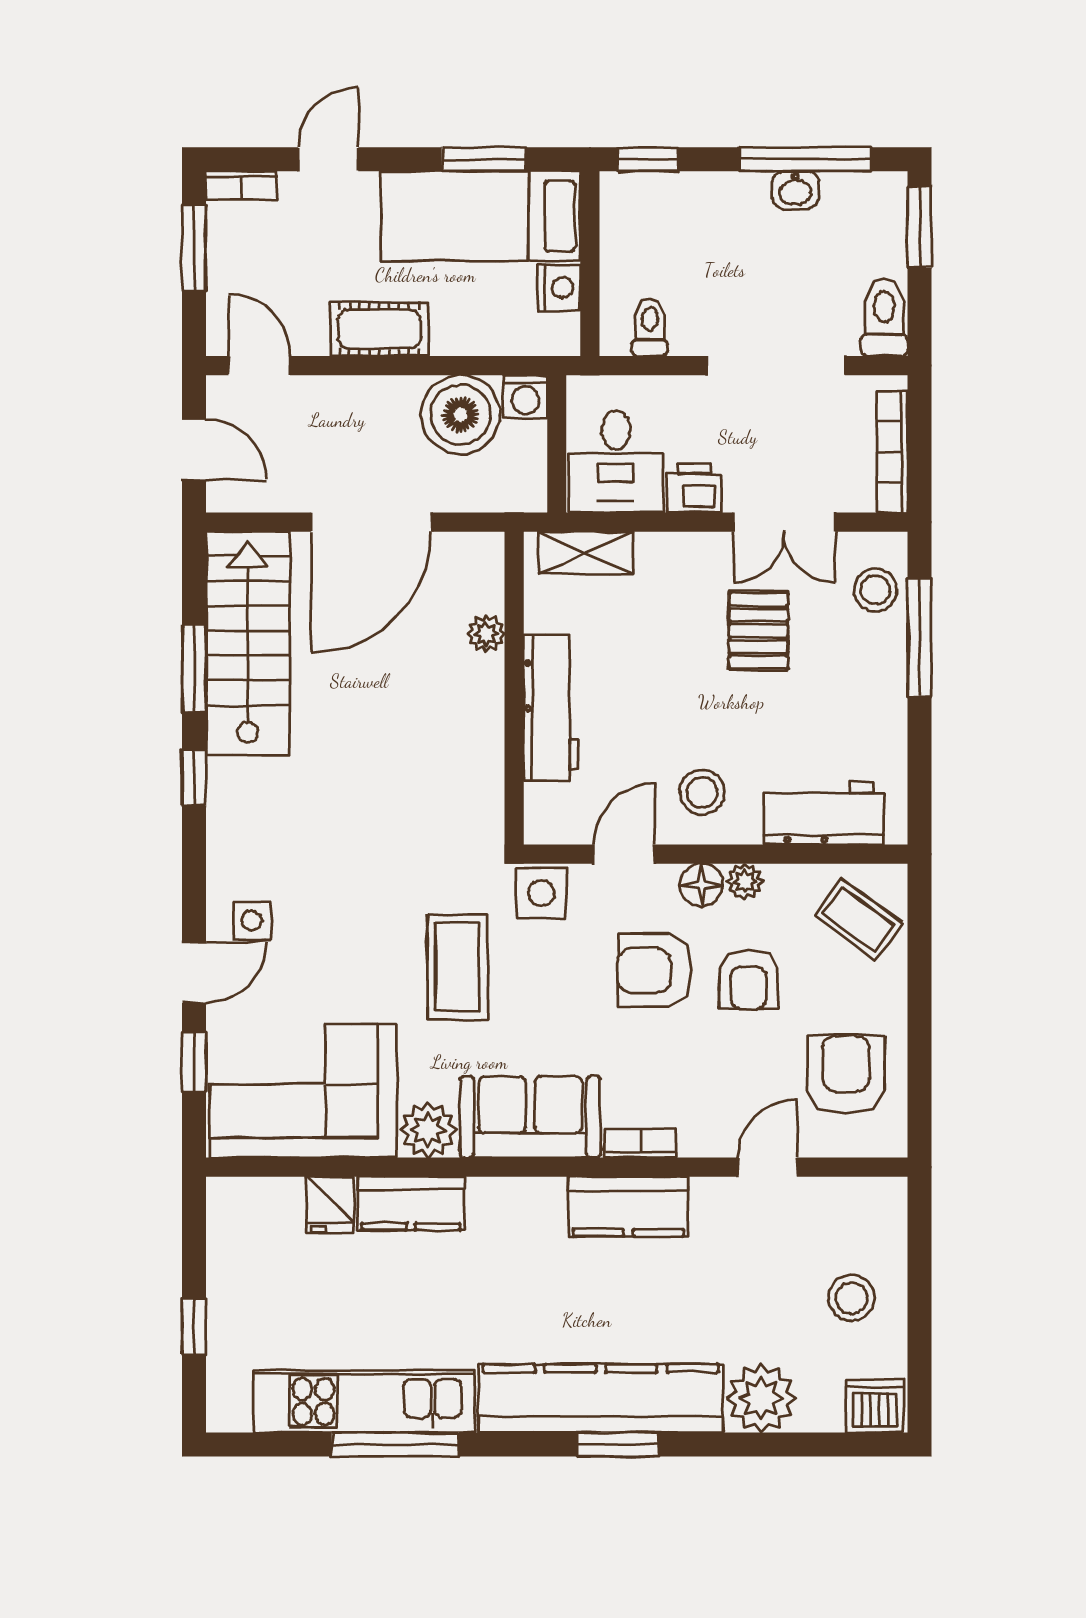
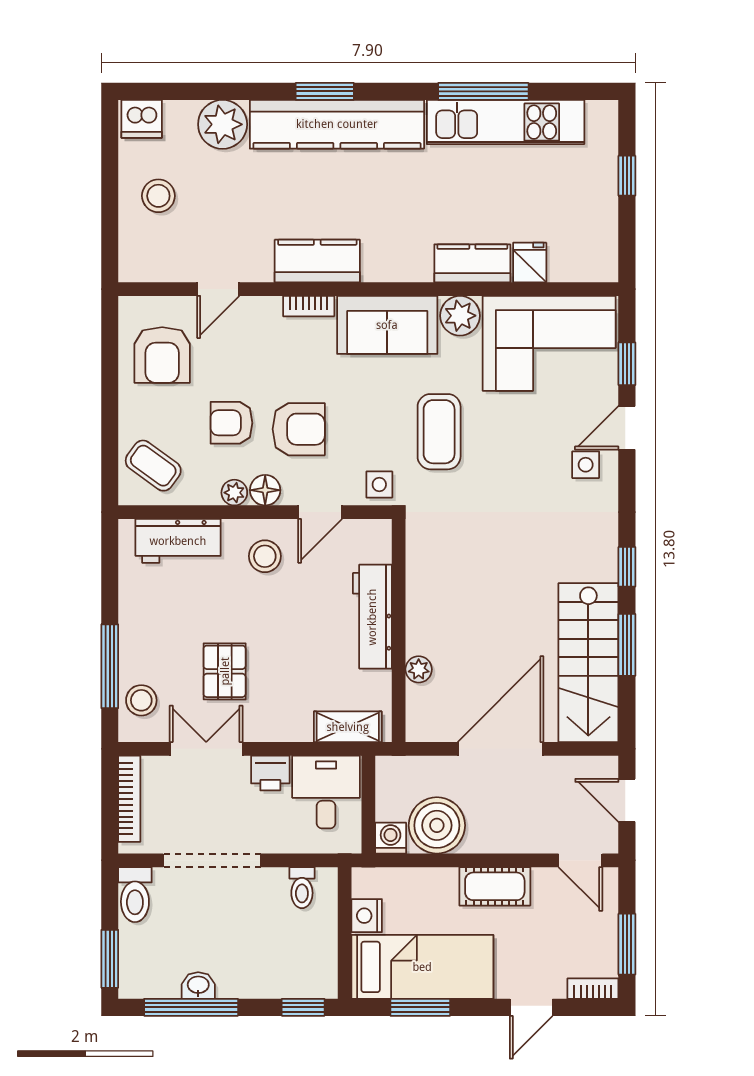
side table: (541, 893) -> (379, 484), width x0.73, depth x0.73
armchair: (749, 980) -> (232, 423), turned -90

